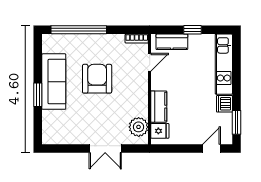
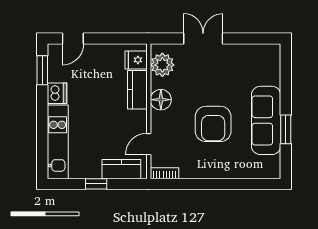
window: (79, 30) -> (236, 184), removed
window: (38, 95) -> (286, 129), moved
floor lamp: (140, 98) -> (161, 100), added

